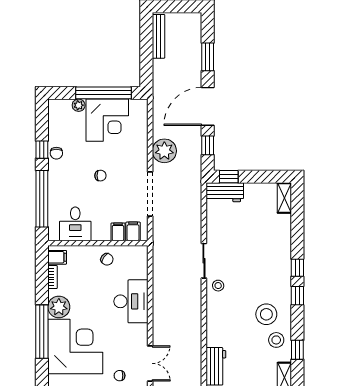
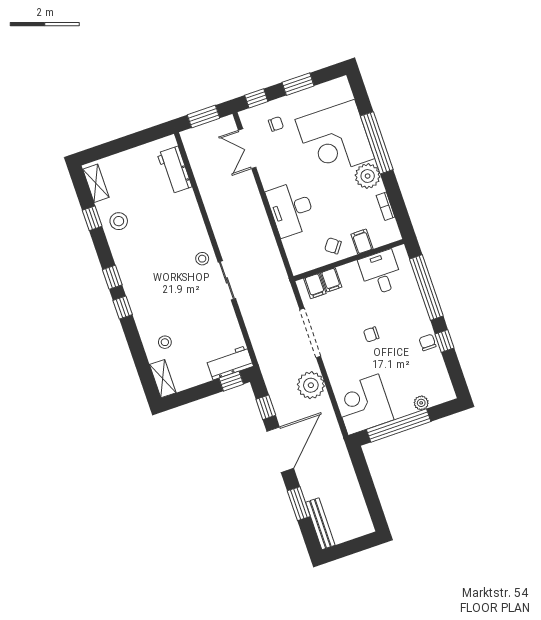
bench: (159, 36) -> (320, 524), moved
corner desk: (107, 120) -> (363, 405), moved
filing cabinet: (57, 257) -> (362, 242), moved, turned 90
stool: (266, 314) -> (165, 342), moved, width x0.53, depth x0.53

